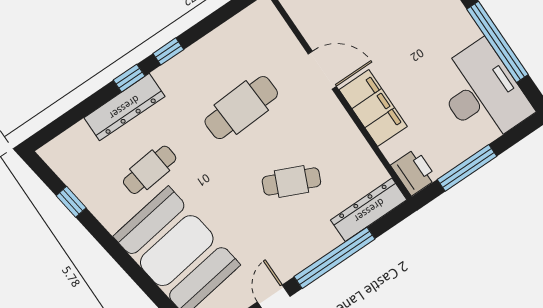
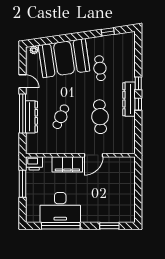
desk: (482, 93) -> (60, 208), moved
dresser: (124, 107) -> (129, 99), moved
dresser: (369, 210) -> (32, 117), moved

